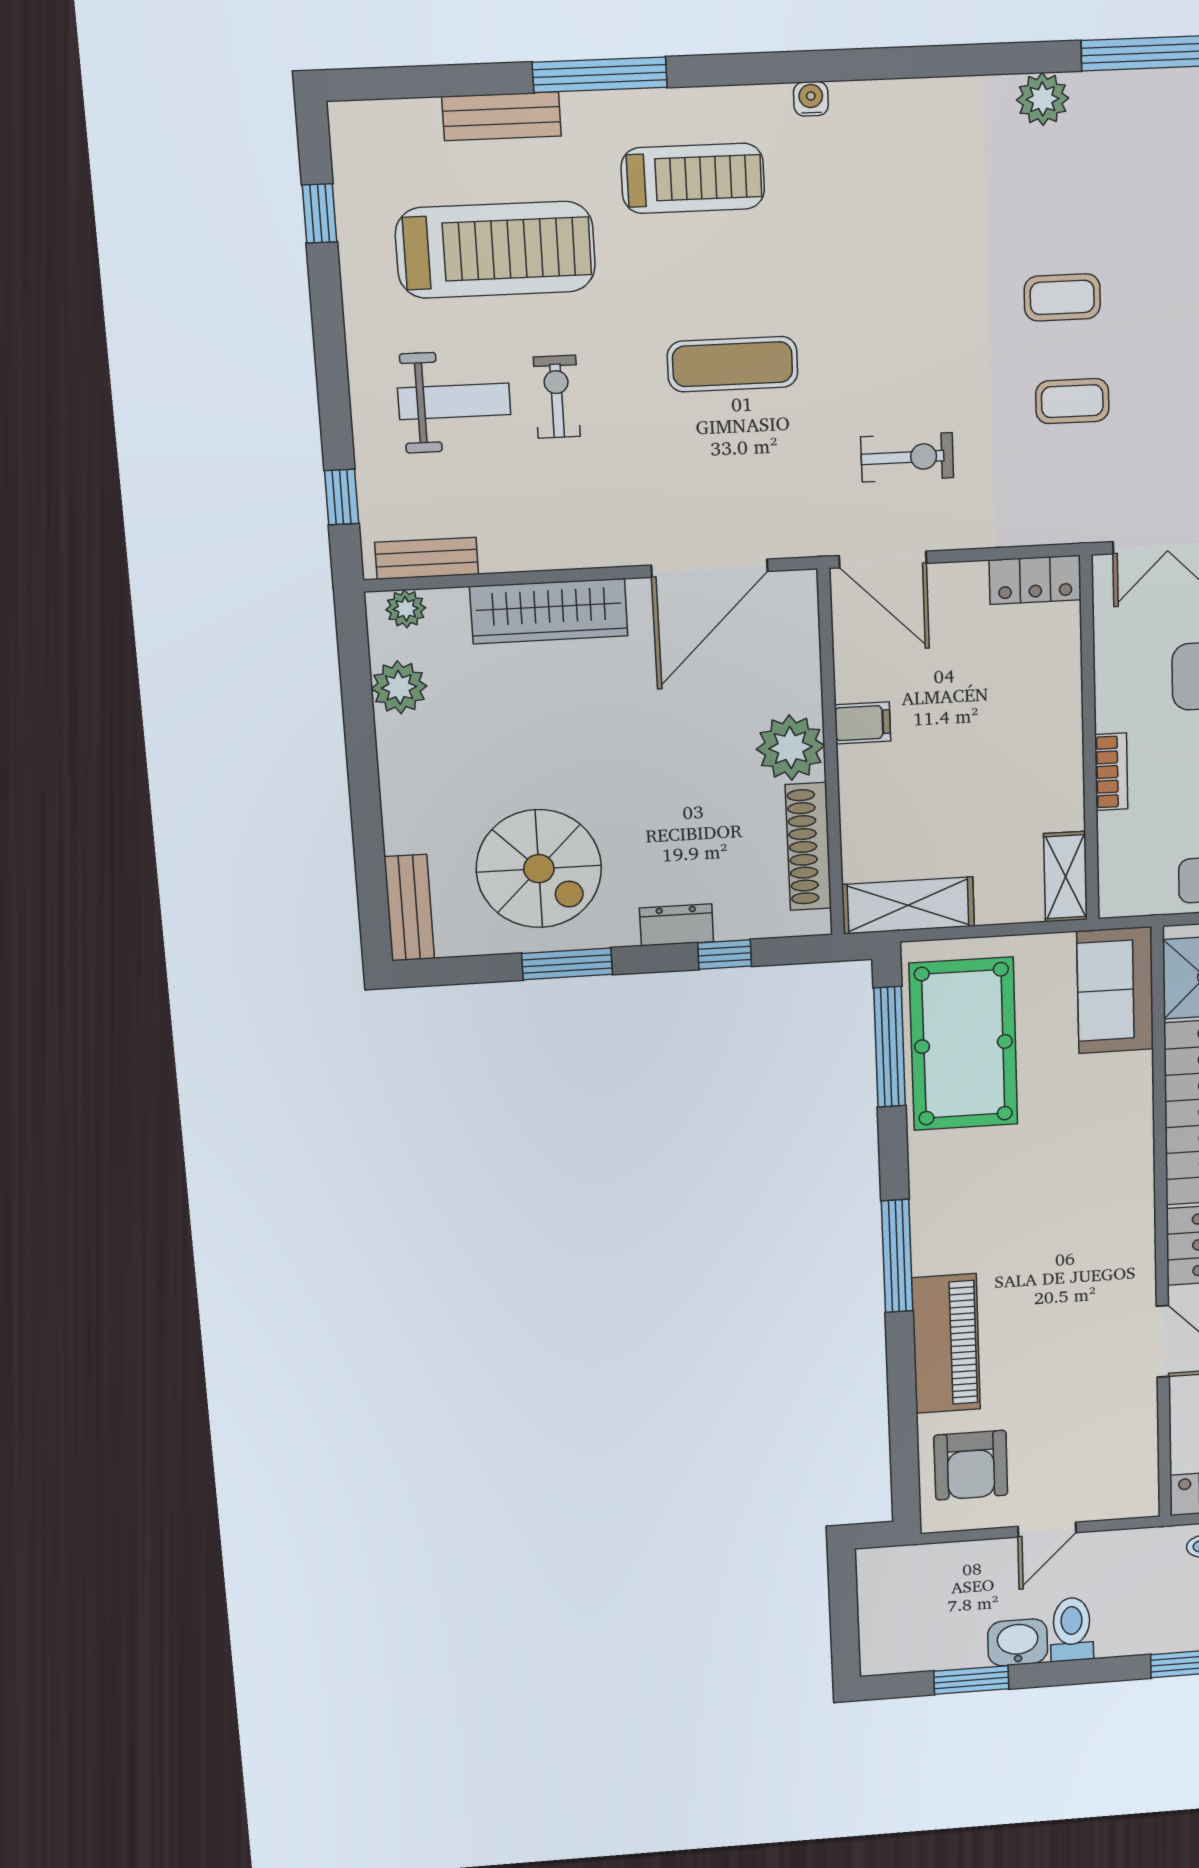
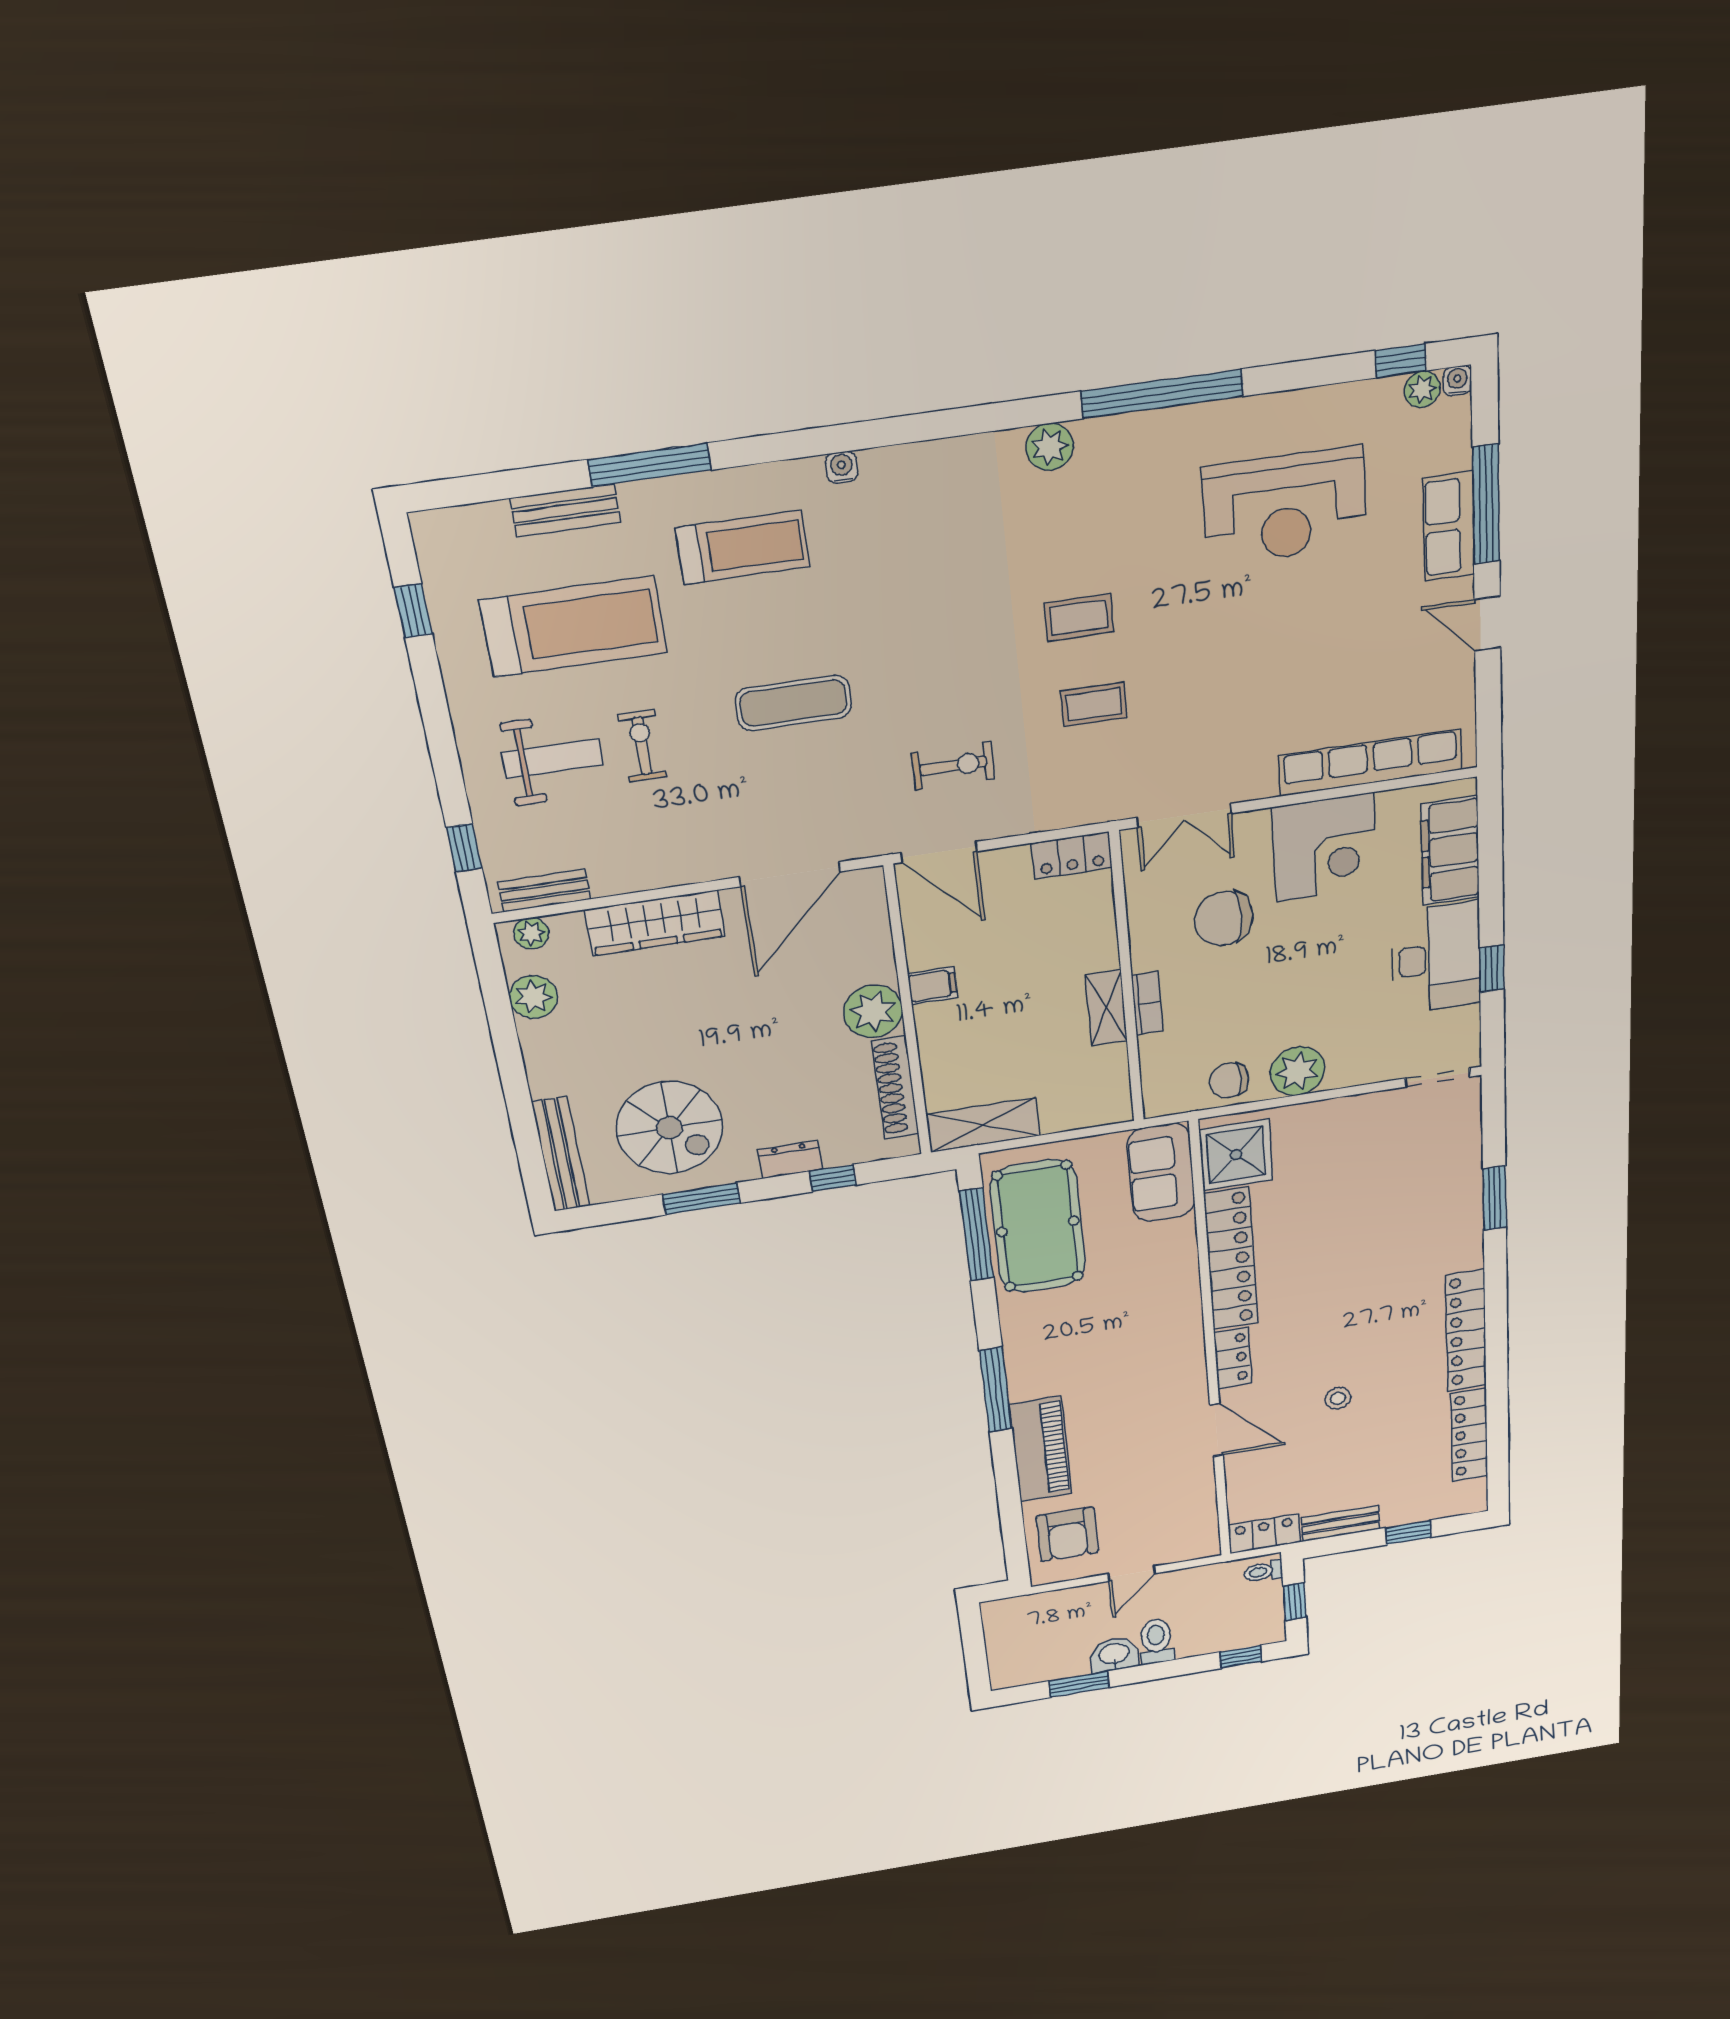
shelving: (1065, 877) -> (1106, 1008), moved
bench: (409, 908) -> (561, 1154), width x1.36

